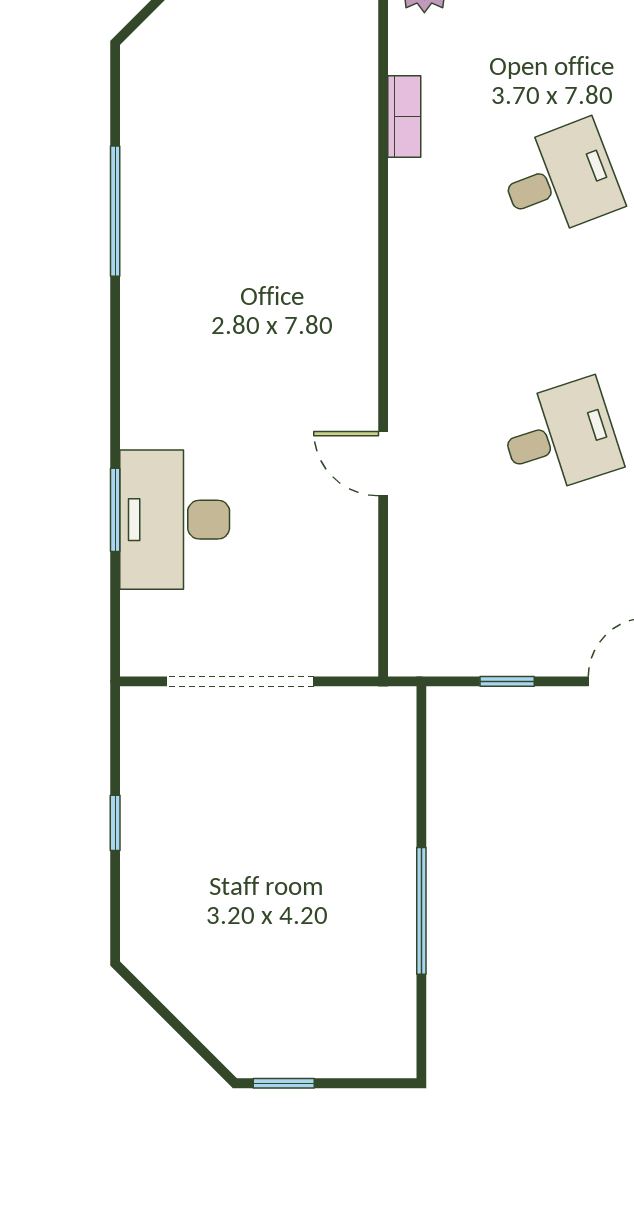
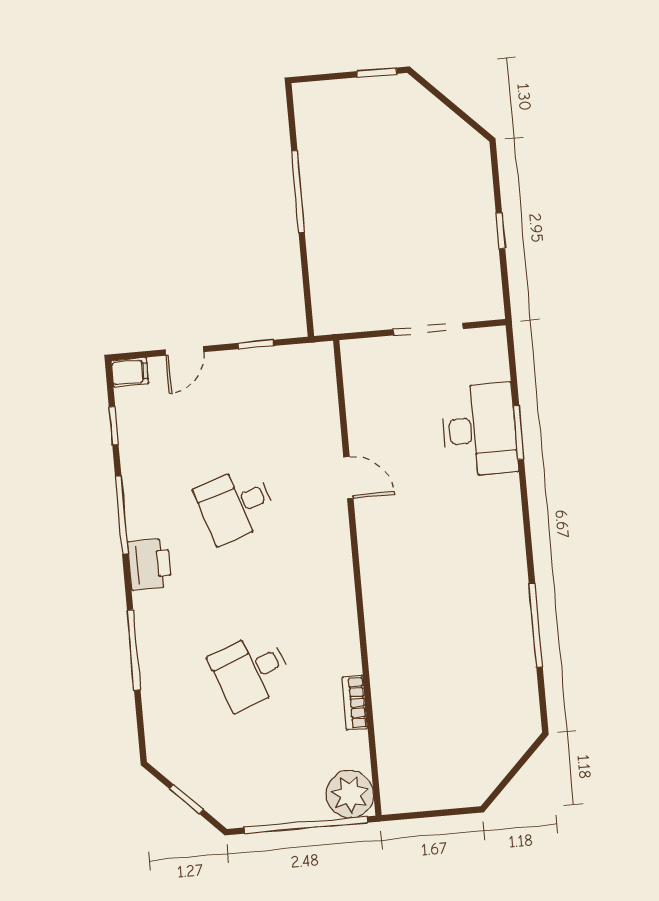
doorway: (240, 681) -> (428, 329), width x0.73

